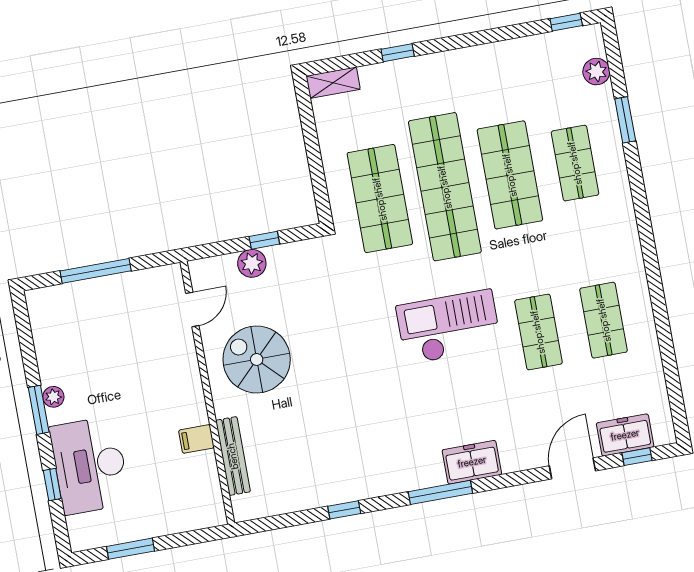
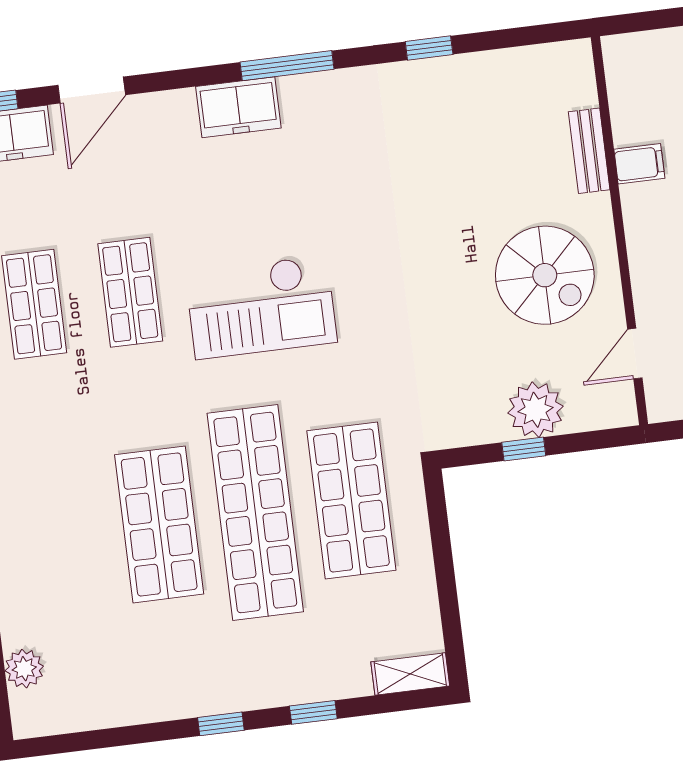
window: (566, 22) -> (221, 724), moved
shop shelf: (575, 163) -> (63, 536), removed
plant: (252, 263) -> (536, 410), width x1.36, depth x1.36
bench: (233, 456) -> (589, 151), width x0.73

